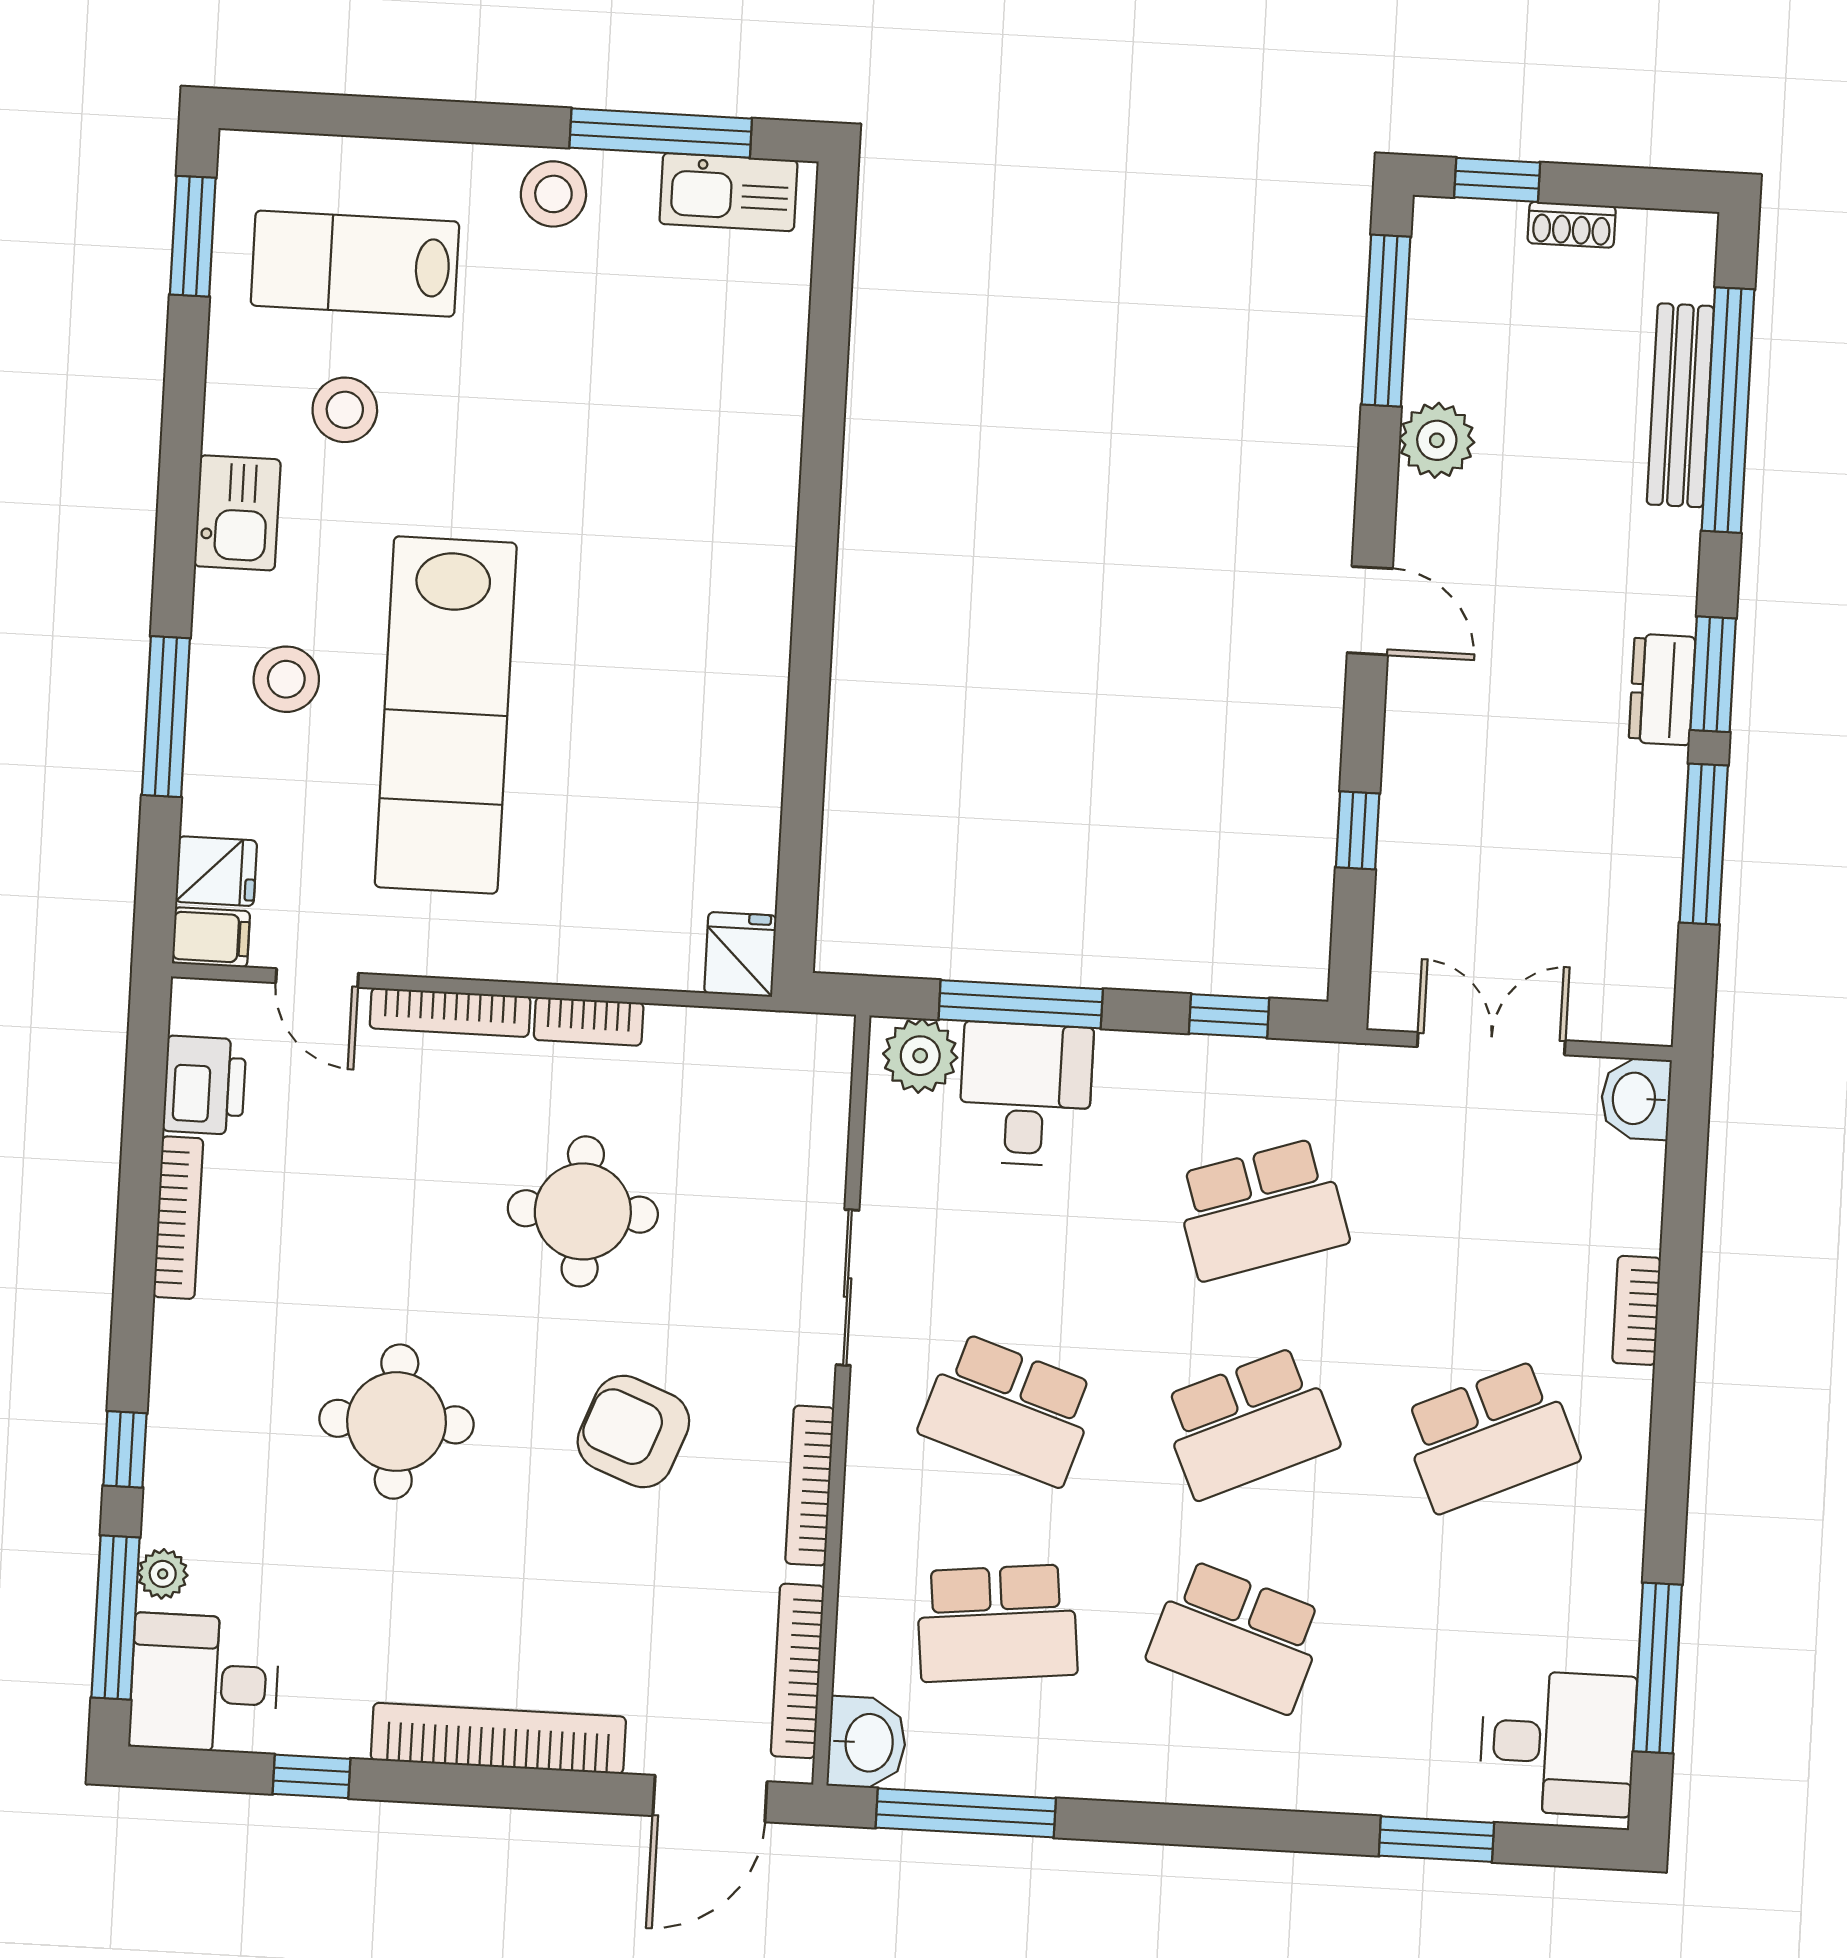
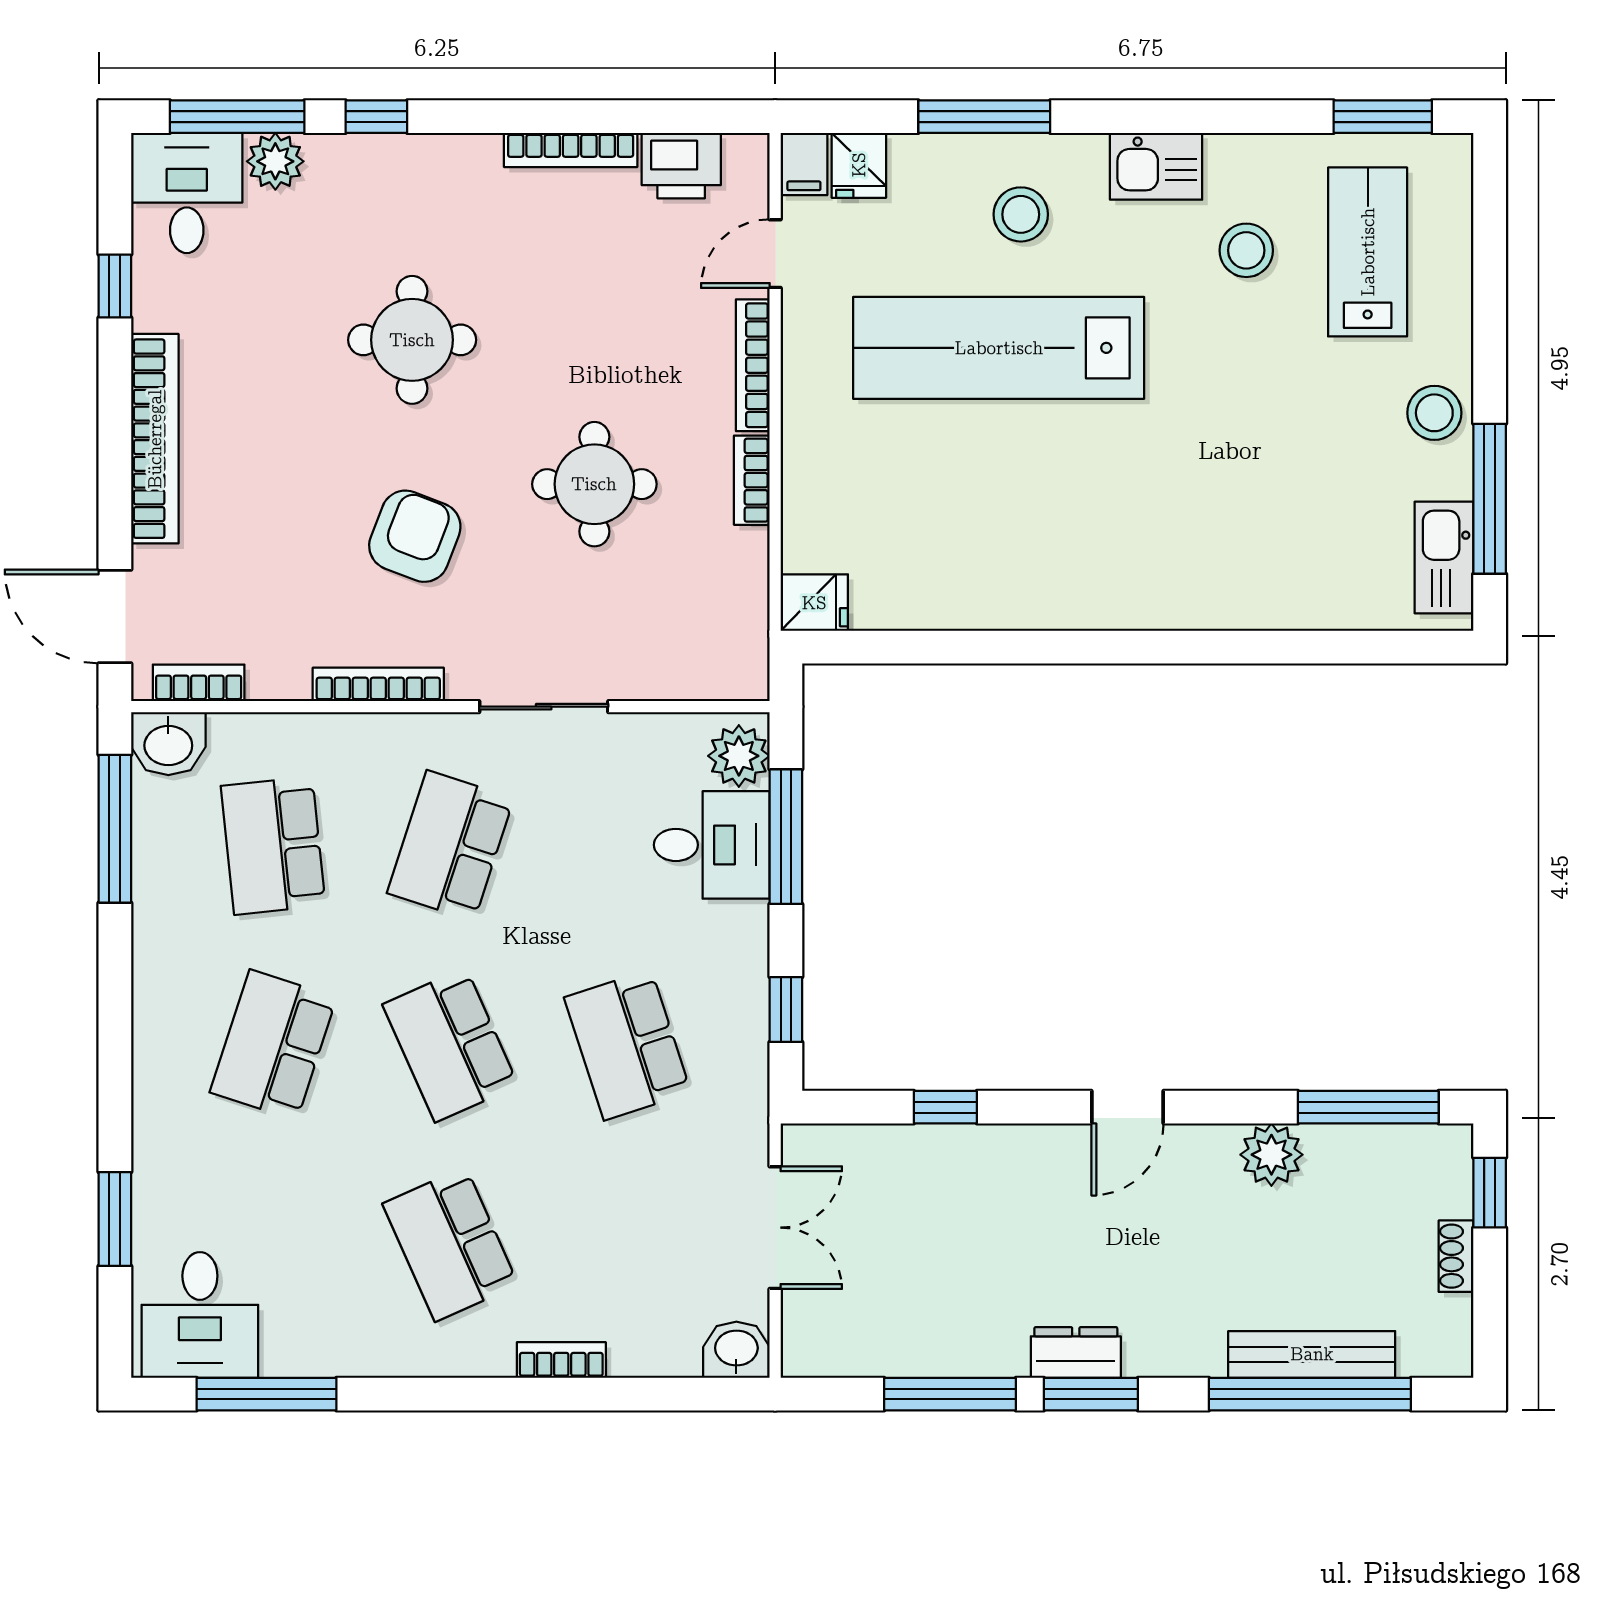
plant: (163, 1574) -> (275, 161), width x1.38, depth x1.38
bookcase: (797, 1671) -> (199, 683), width x0.64

